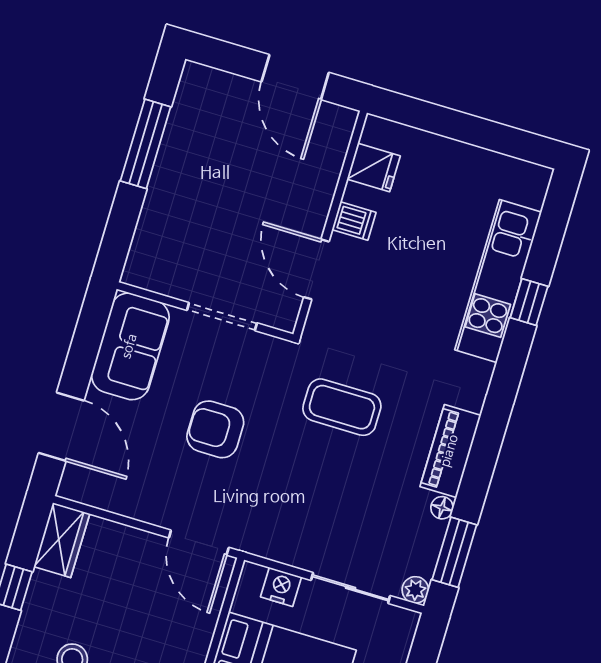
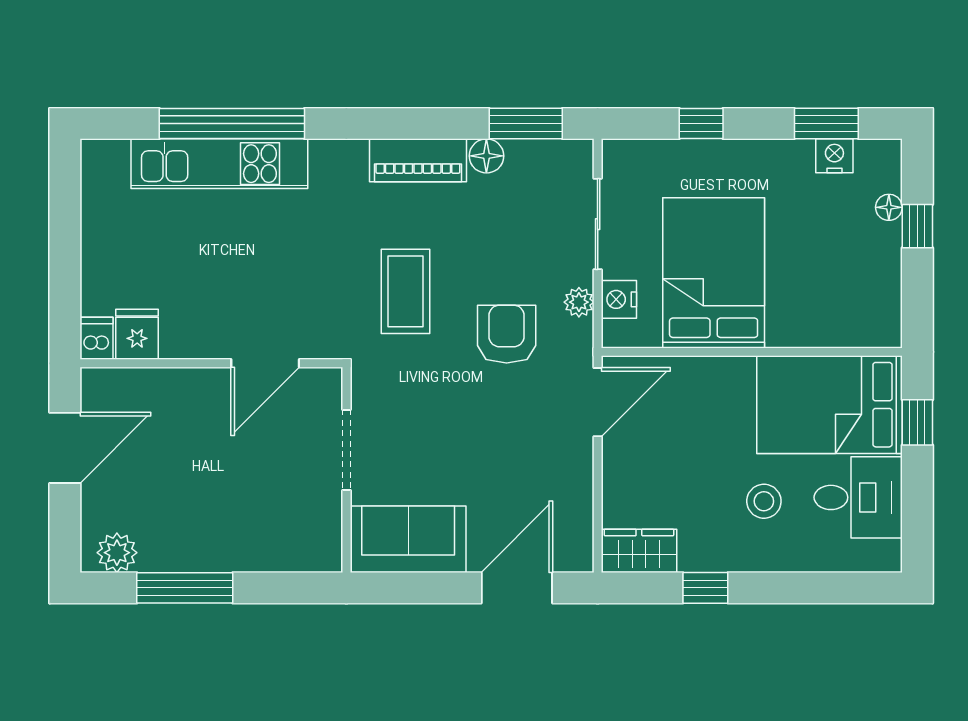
plant: (193, 95) -> (117, 553), added
dishwasher: (354, 221) -> (96, 338), moved
window: (529, 302) -> (232, 124), width x3.17
armchair: (215, 429) -> (507, 334), moved, turned 180
floor lamp: (442, 508) -> (486, 156), width x1.37, depth x1.37
plant: (415, 590) -> (579, 302), moved

